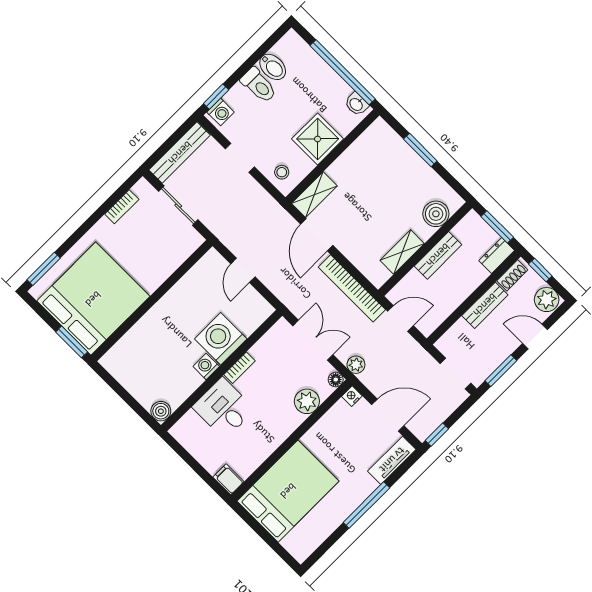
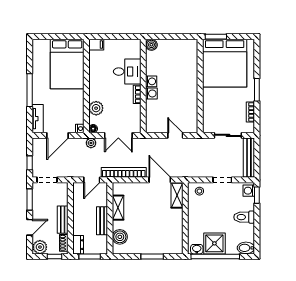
bidet: (273, 67) -> (246, 248), moved
shower: (318, 139) -> (214, 243), moved
window: (44, 269) -> (257, 90), moved
washing machine: (221, 339) -> (151, 93), width x0.53, depth x0.53
window: (437, 435) -> (30, 163), moved

